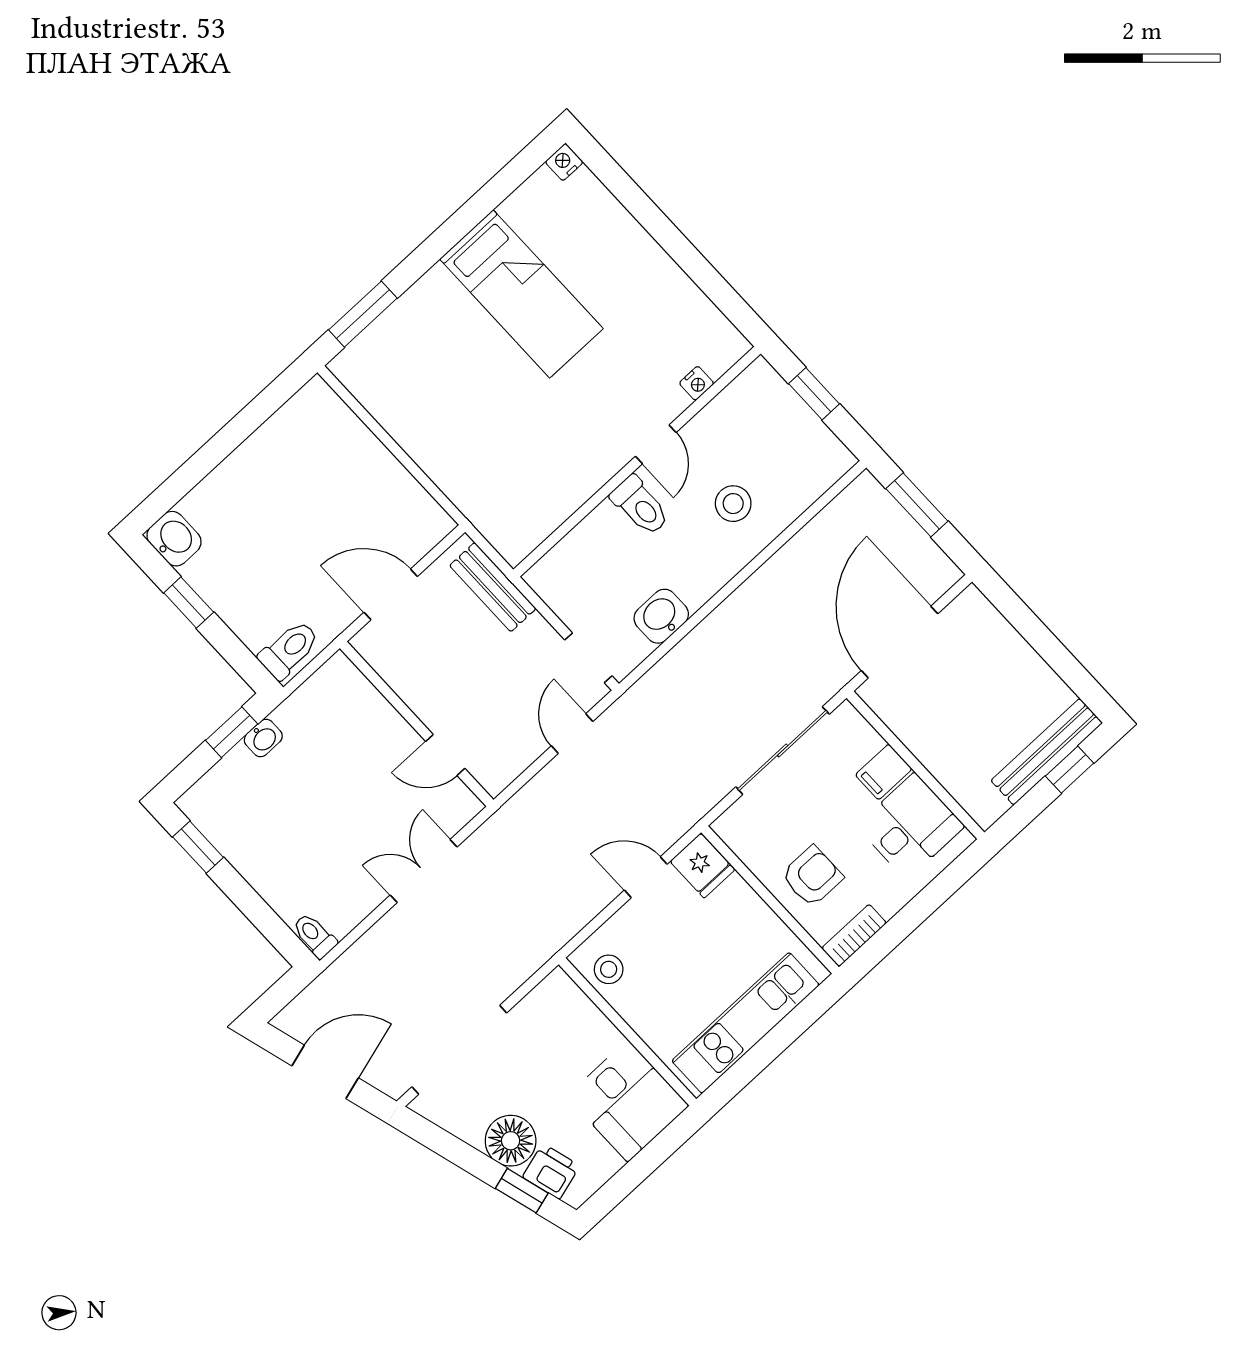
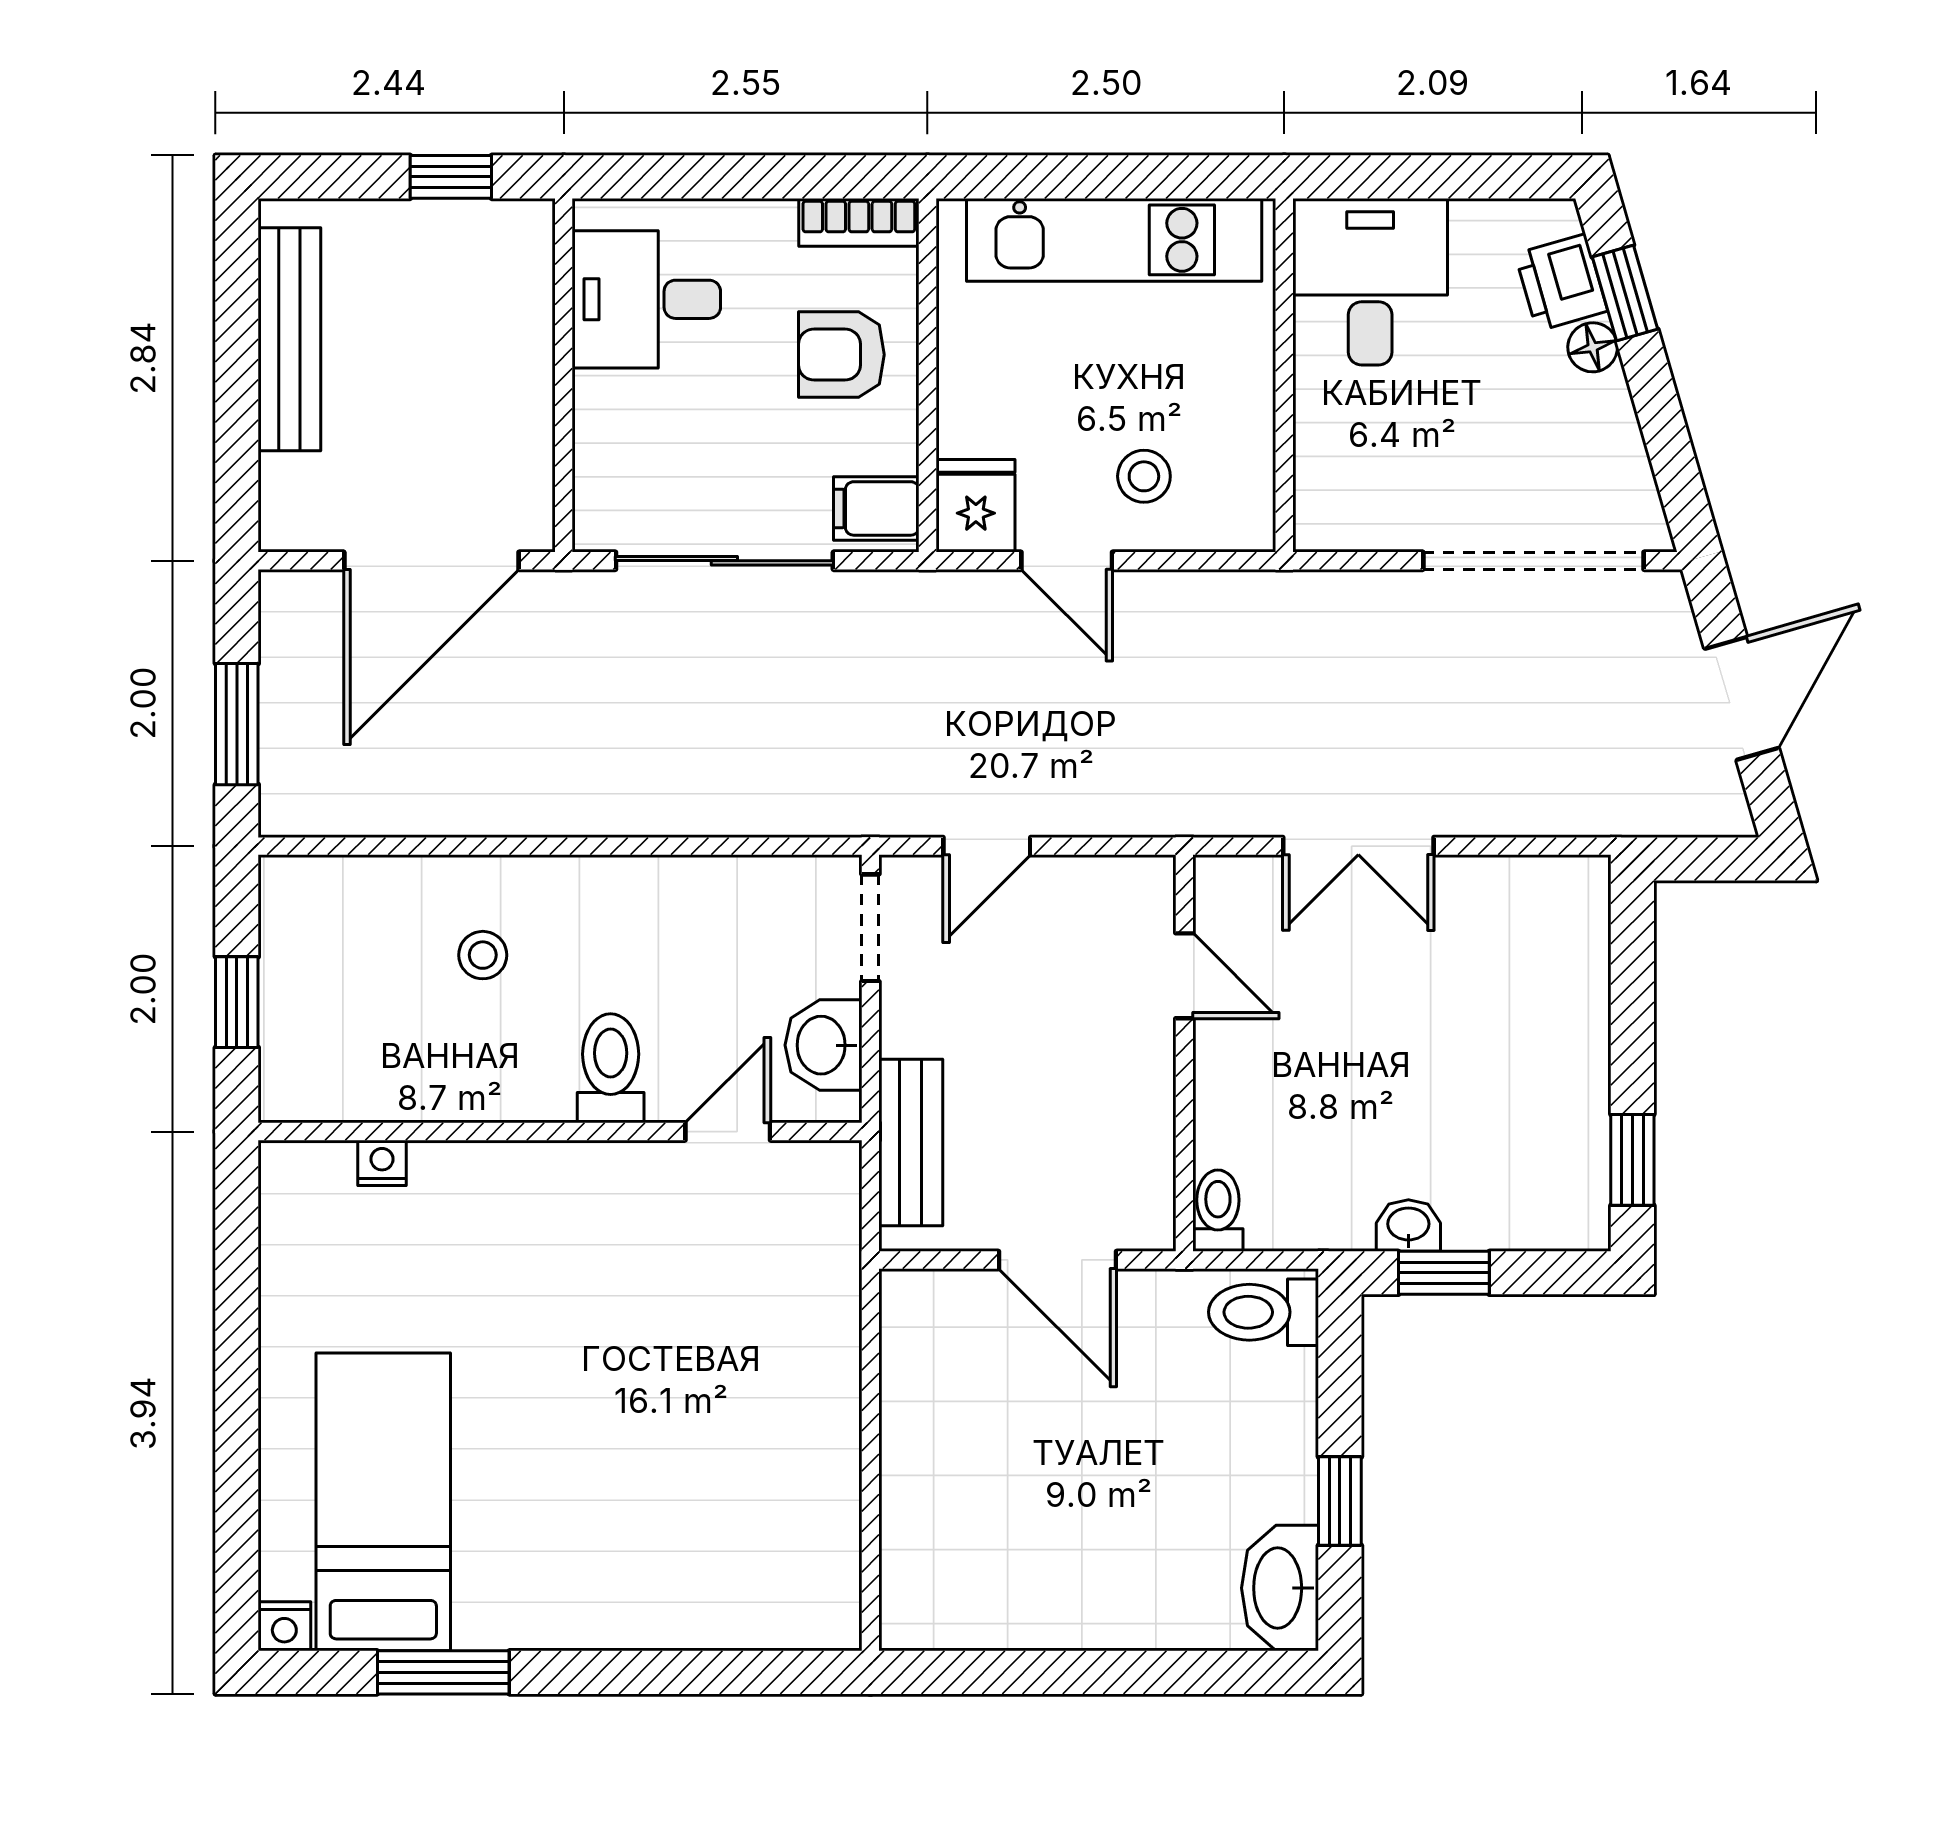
bed: (521, 294) -> (383, 1502), moved
window: (363, 314) -> (443, 1672), moved
door: (656, 444) -> (728, 1132), moved
stool: (733, 504) -> (483, 955), width x0.73, depth x0.73
washbasin: (174, 539) -> (1280, 1588), width x1.38
washbasin: (661, 616) -> (823, 1045), moved, turned 90
bench: (1047, 752) -> (289, 339), moved, turned 90
window: (1070, 770) -> (451, 177), moved
filing cabinet: (884, 772) -> (876, 508), moved, turned 180
toilet: (314, 936) -> (1218, 1211), moved, turned 180
stool: (609, 969) -> (1144, 476), moved
door: (325, 1072) -> (1742, 698), swing flipped
floor lamp: (511, 1141) -> (1593, 347), width x0.53, depth x0.53

